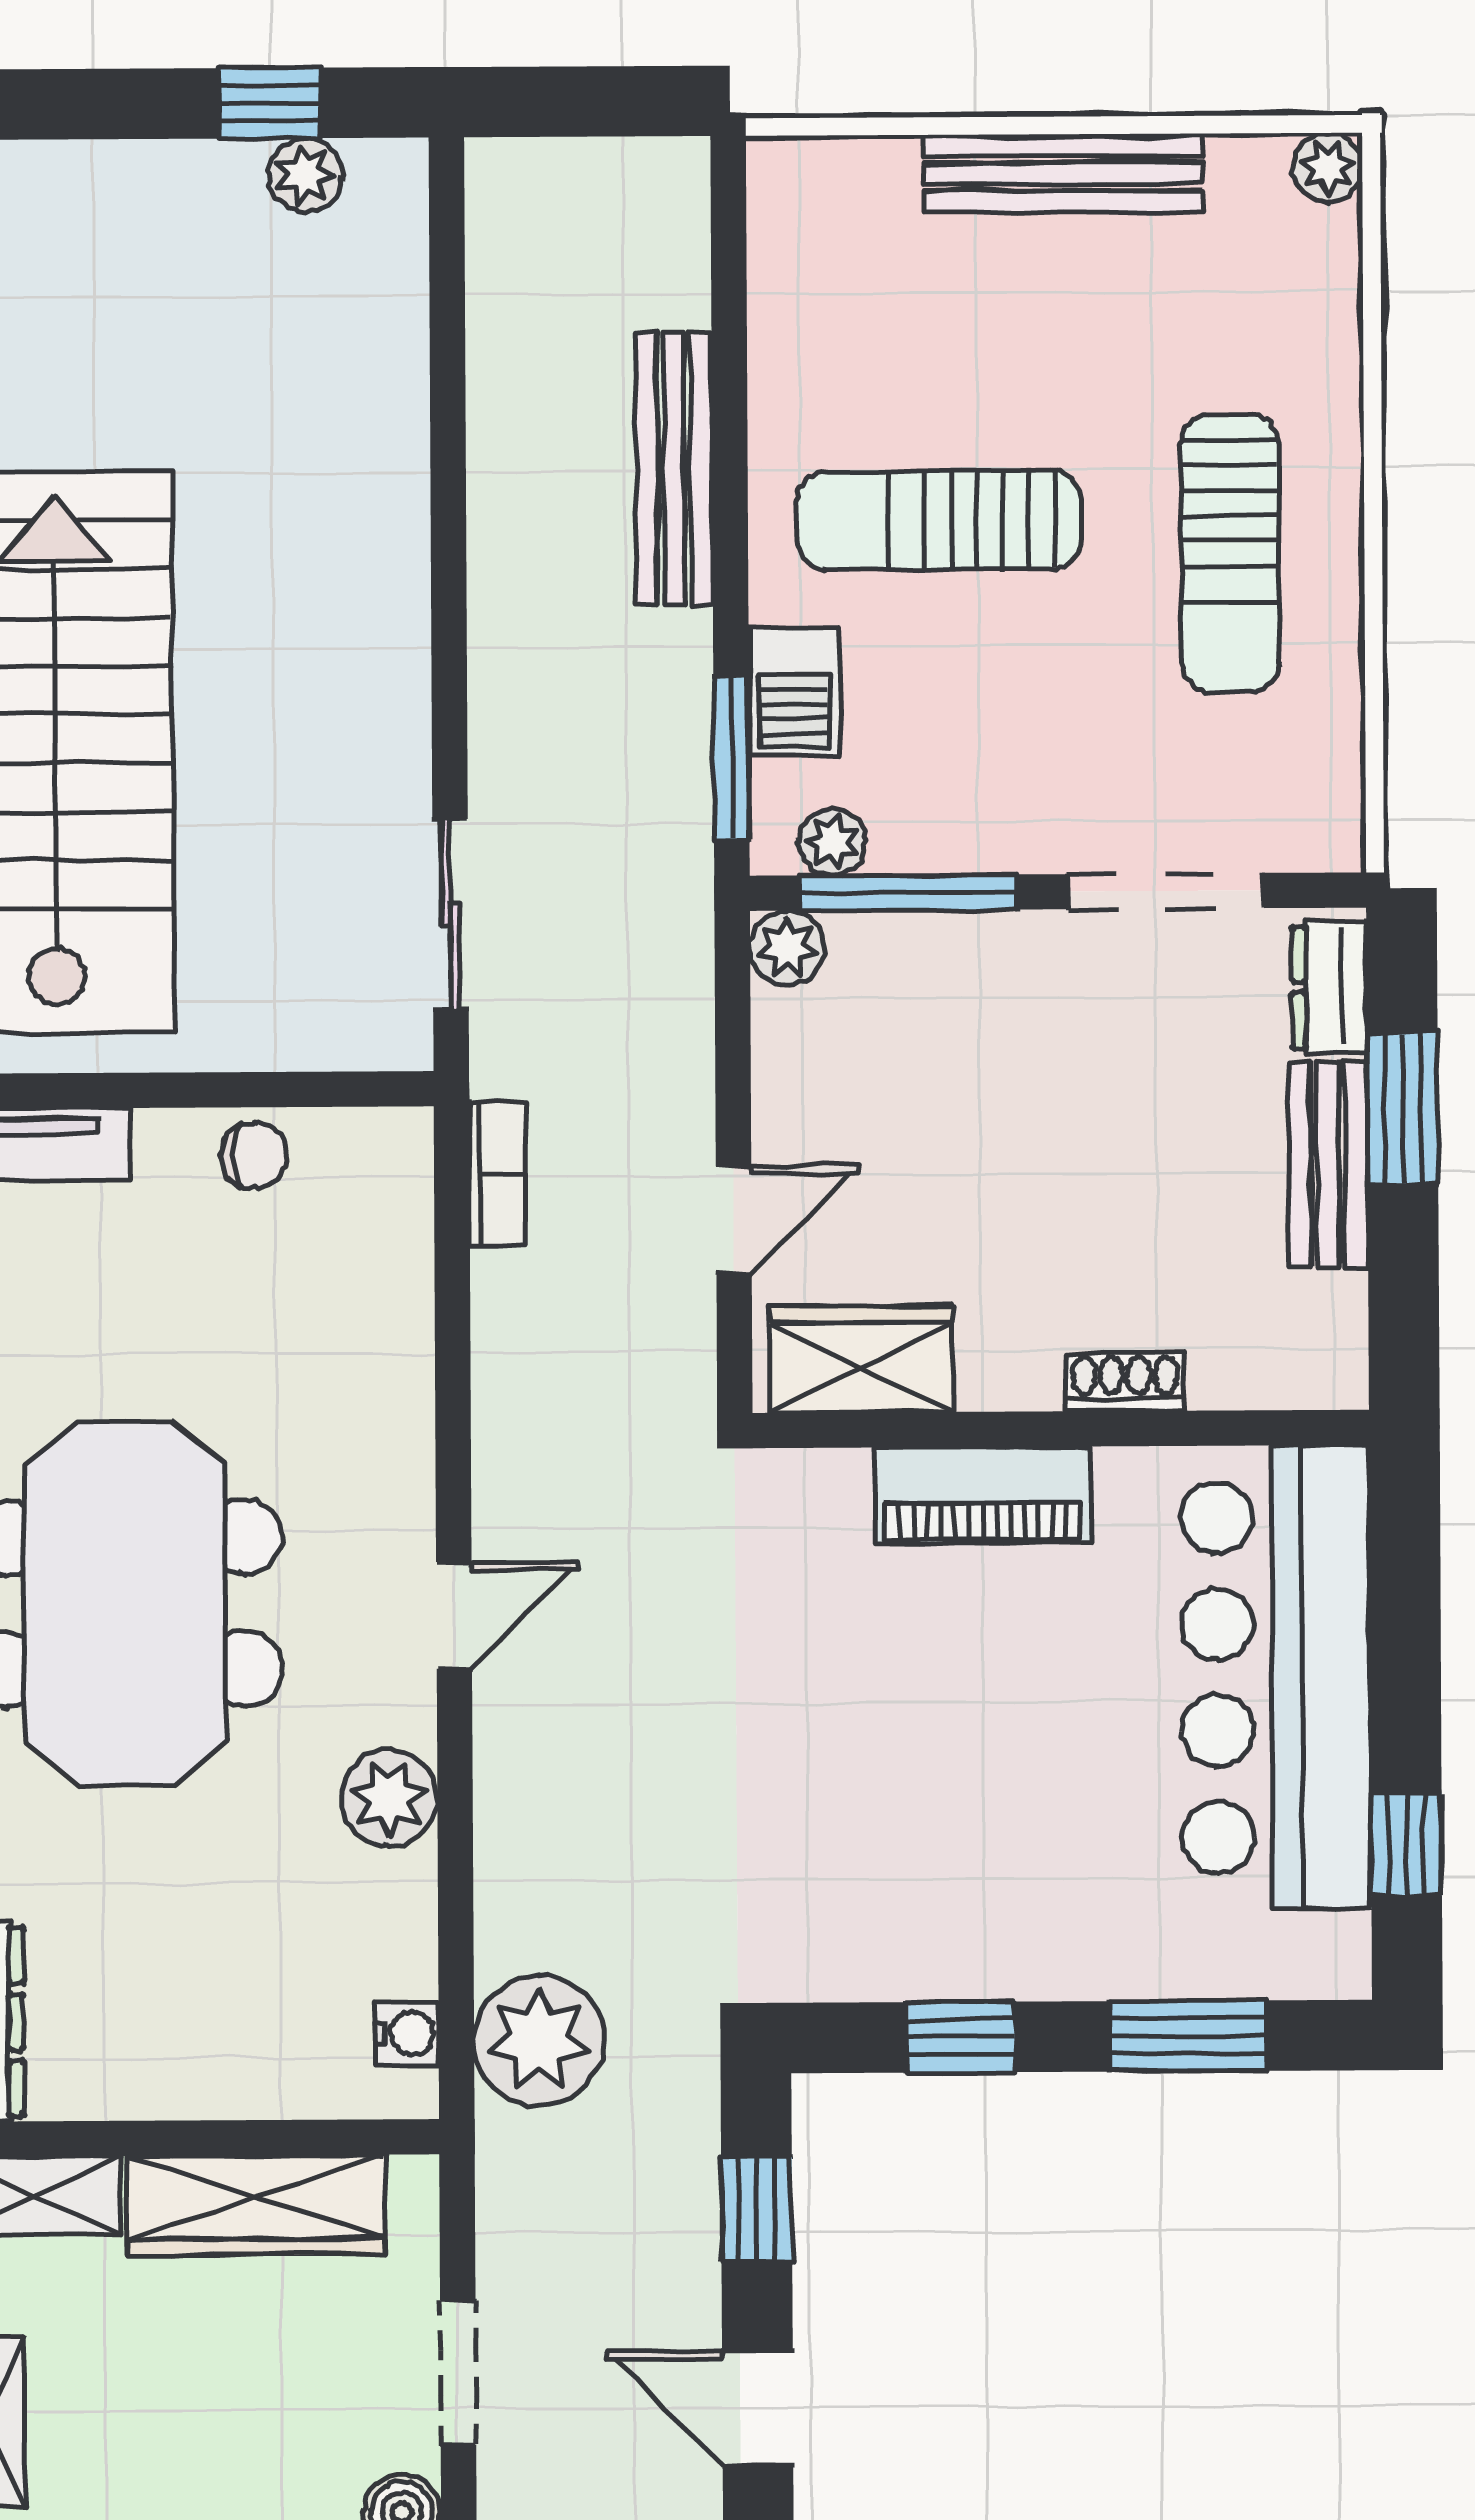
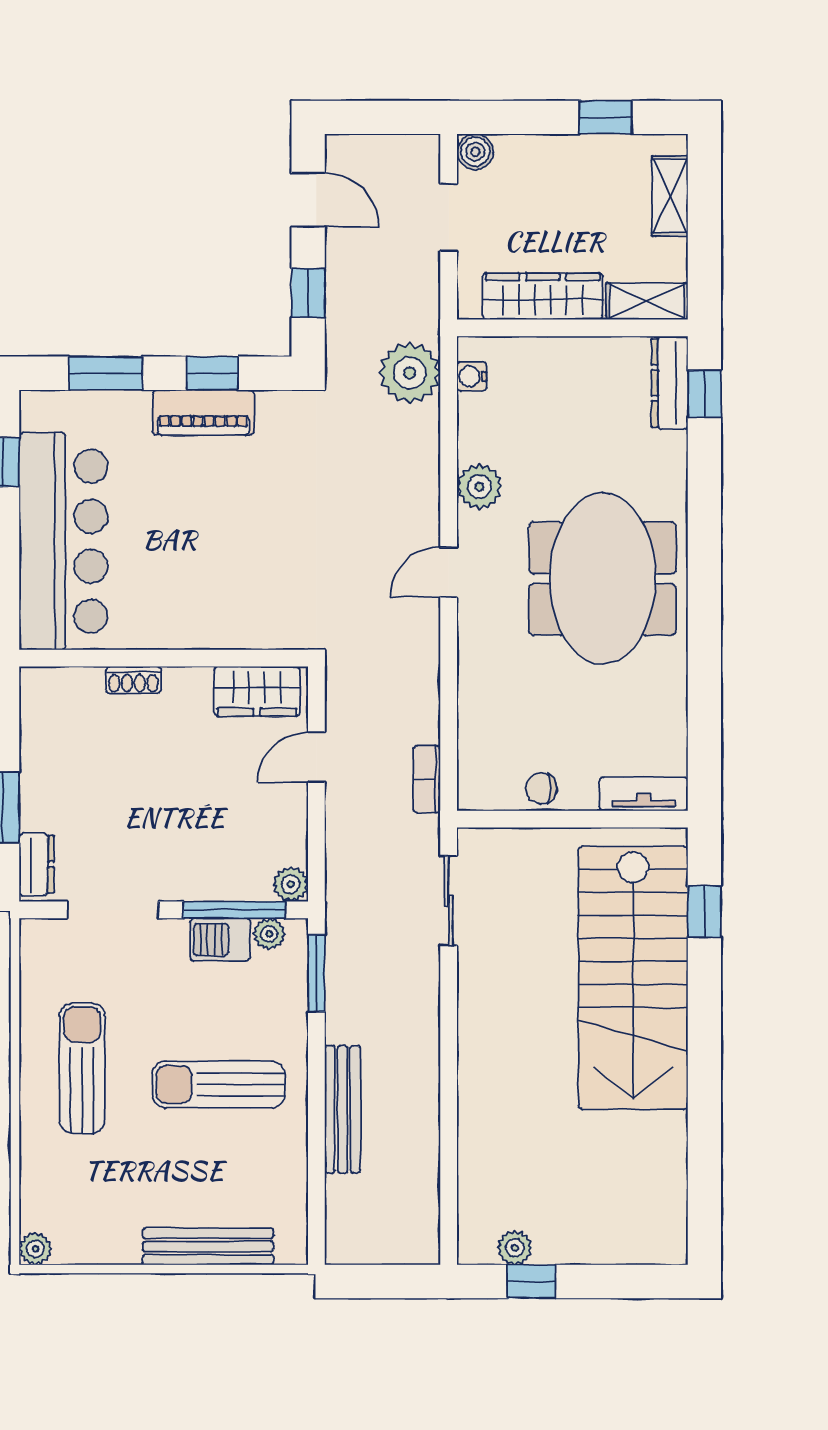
bench: (1063, 173) -> (208, 1247), moved
sun lounger: (939, 520) -> (219, 1084), turned 180
barbecue: (794, 692) -> (220, 940), moved, turned -90
bench: (1328, 1164) -> (38, 782), removed
piano: (983, 1495) -> (203, 412), moved, turned 180

